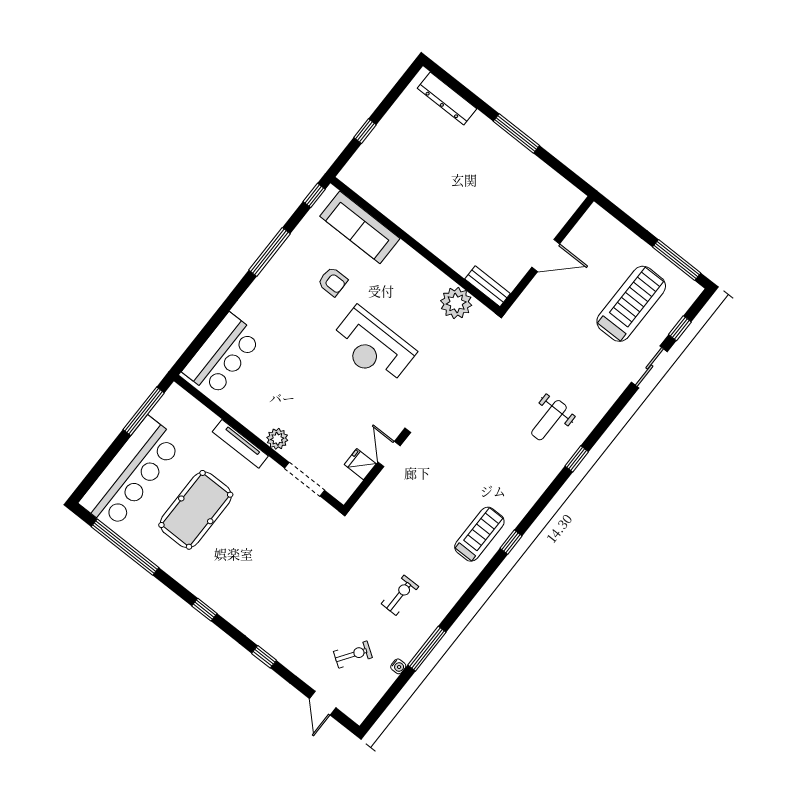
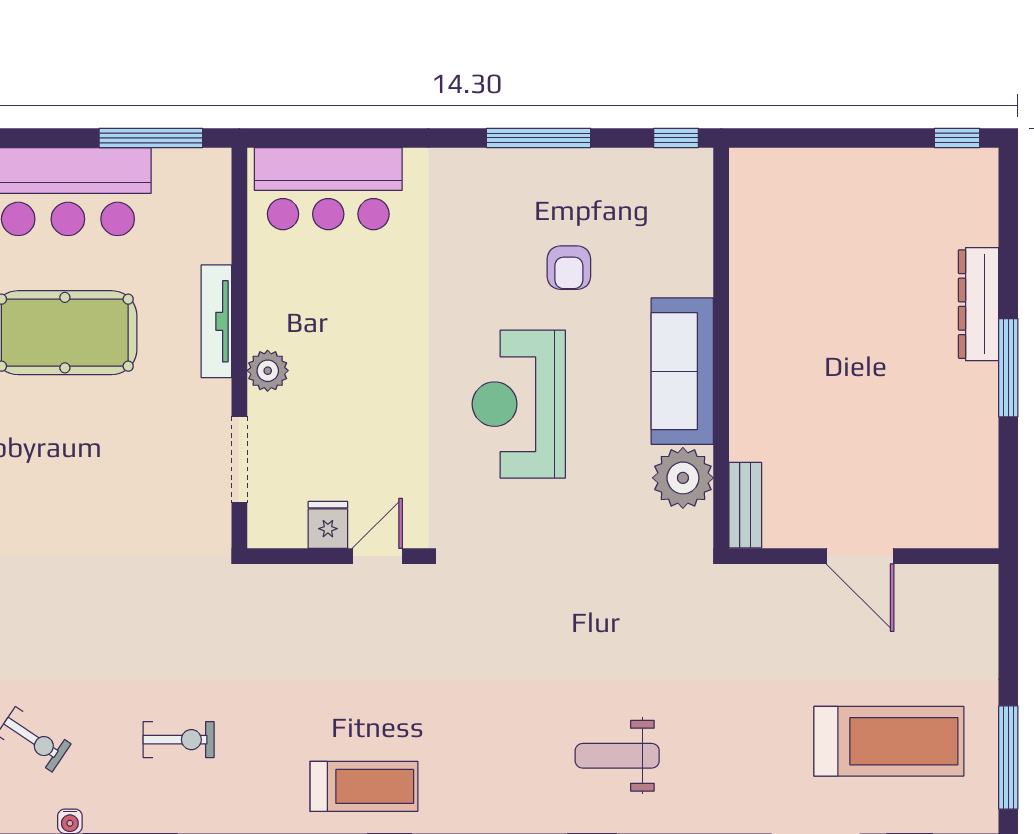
dresser: (447, 98) -> (978, 304), moved
window: (365, 131) -> (957, 138), moved
sofa: (360, 227) -> (682, 371), moved

